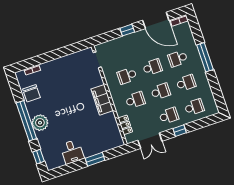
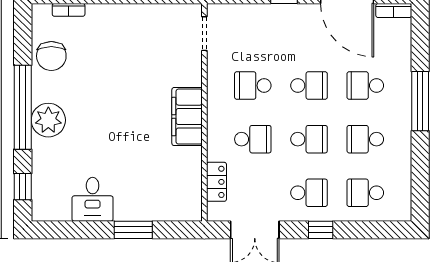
school desk: (186, 83) -> (365, 139), turned 180
school desk: (194, 107) -> (365, 193), turned 180

